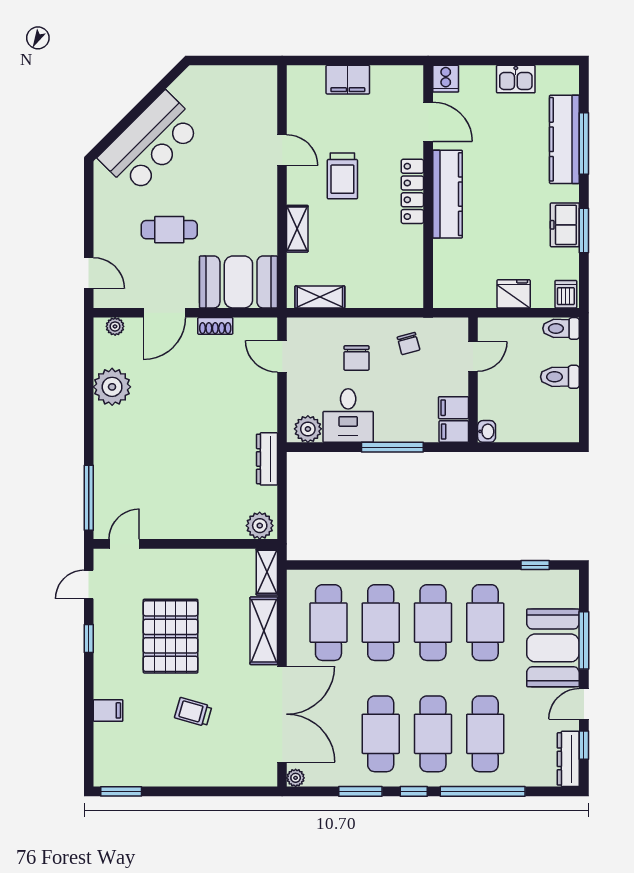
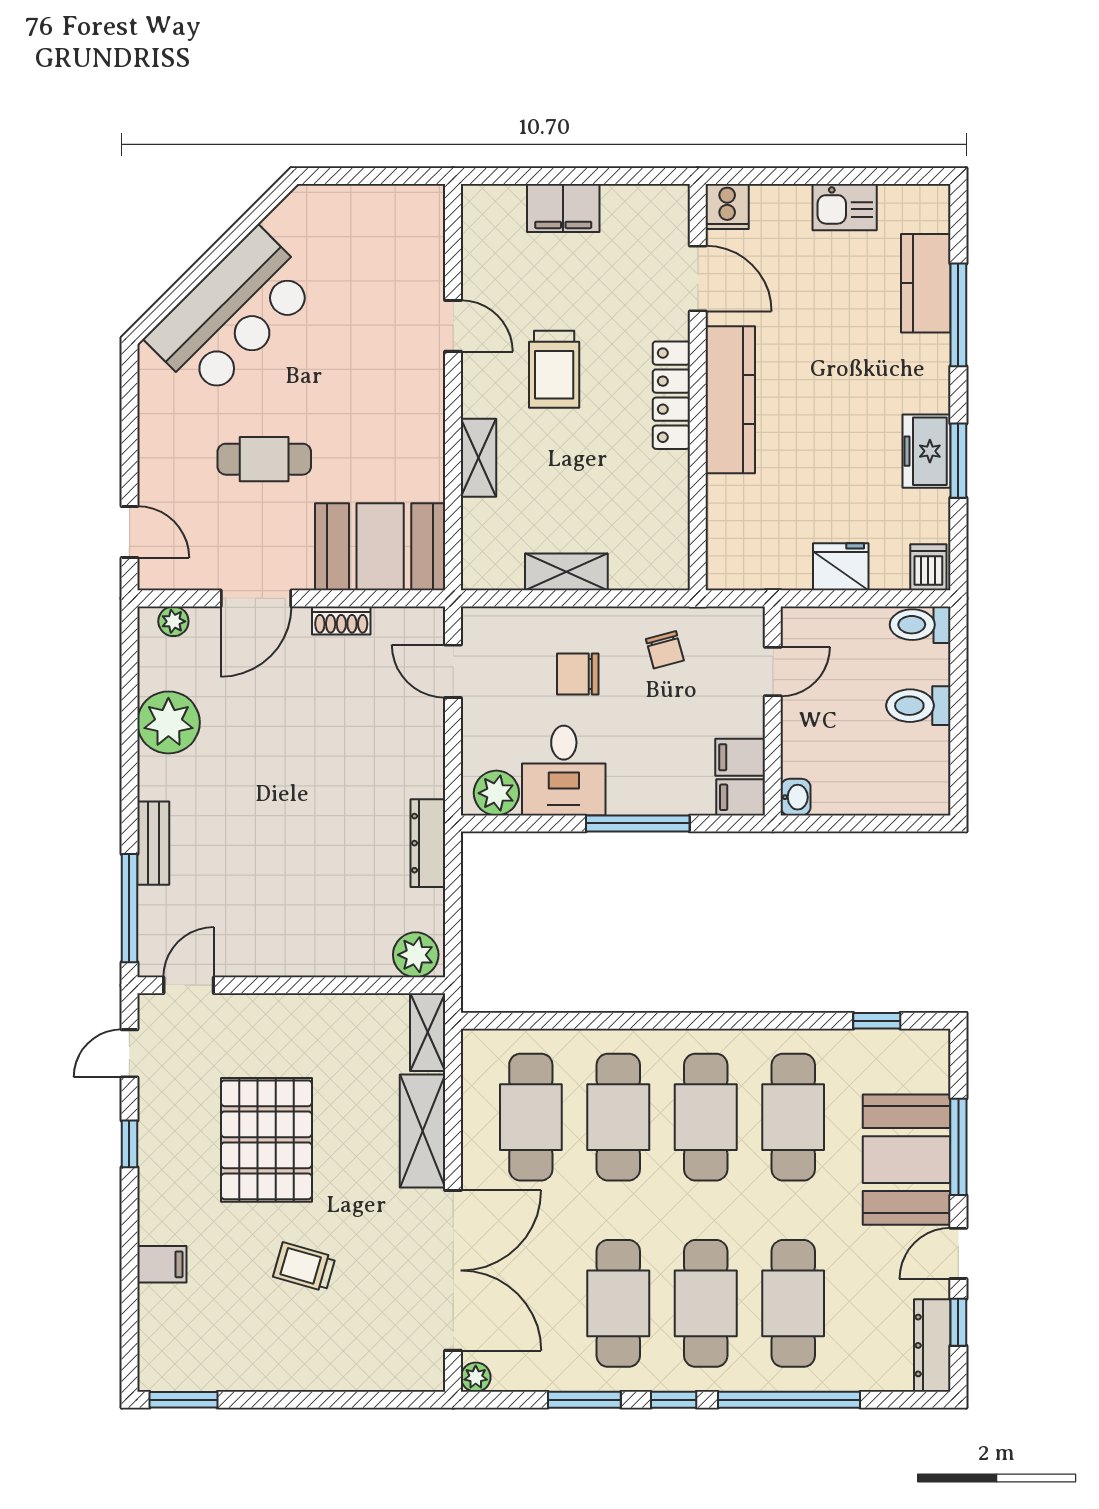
kitchen counter: (564, 139) -> (926, 283), width x0.67
shelving: (320, 297) -> (566, 572), moved
chair: (357, 358) -> (578, 674), turned 90
bench: (103, 459) -> (153, 843), added

